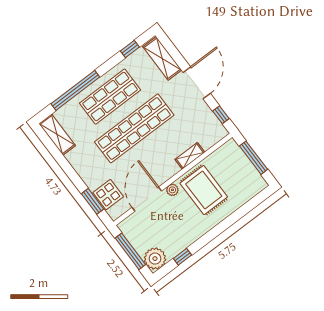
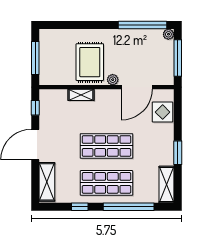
window: (130, 49) -> (80, 207), moved
shop shelf: (134, 128) -> (106, 146), width x0.71
window: (92, 201) -> (178, 153), moved
window: (182, 257) -> (143, 25), width x3.17
plant: (155, 259) -> (168, 34), width x0.53, depth x0.53

